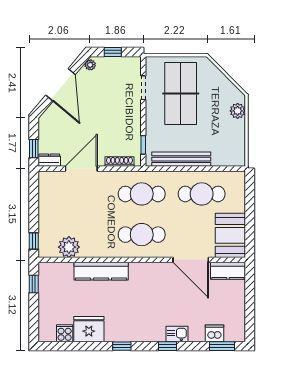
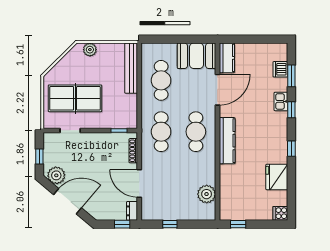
plant: (90, 65) -> (56, 175), width x1.88, depth x1.88
bench: (181, 159) -> (131, 68), moved
window: (34, 241) -> (170, 224), moved
kitchen counter: (101, 271) -> (227, 141), moved
cooker: (65, 333) -> (280, 213), moved
window: (222, 346) -> (291, 76), moved

